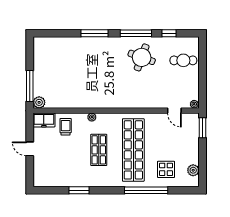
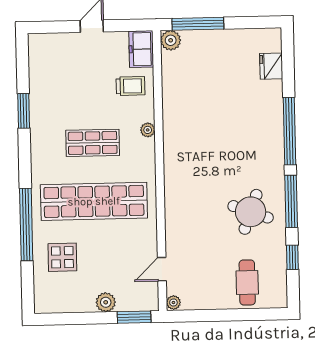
window: (94, 33) -> (290, 131), width x1.46
fridge: (56, 43) -> (271, 66), added
plant: (193, 170) -> (106, 302), moved

